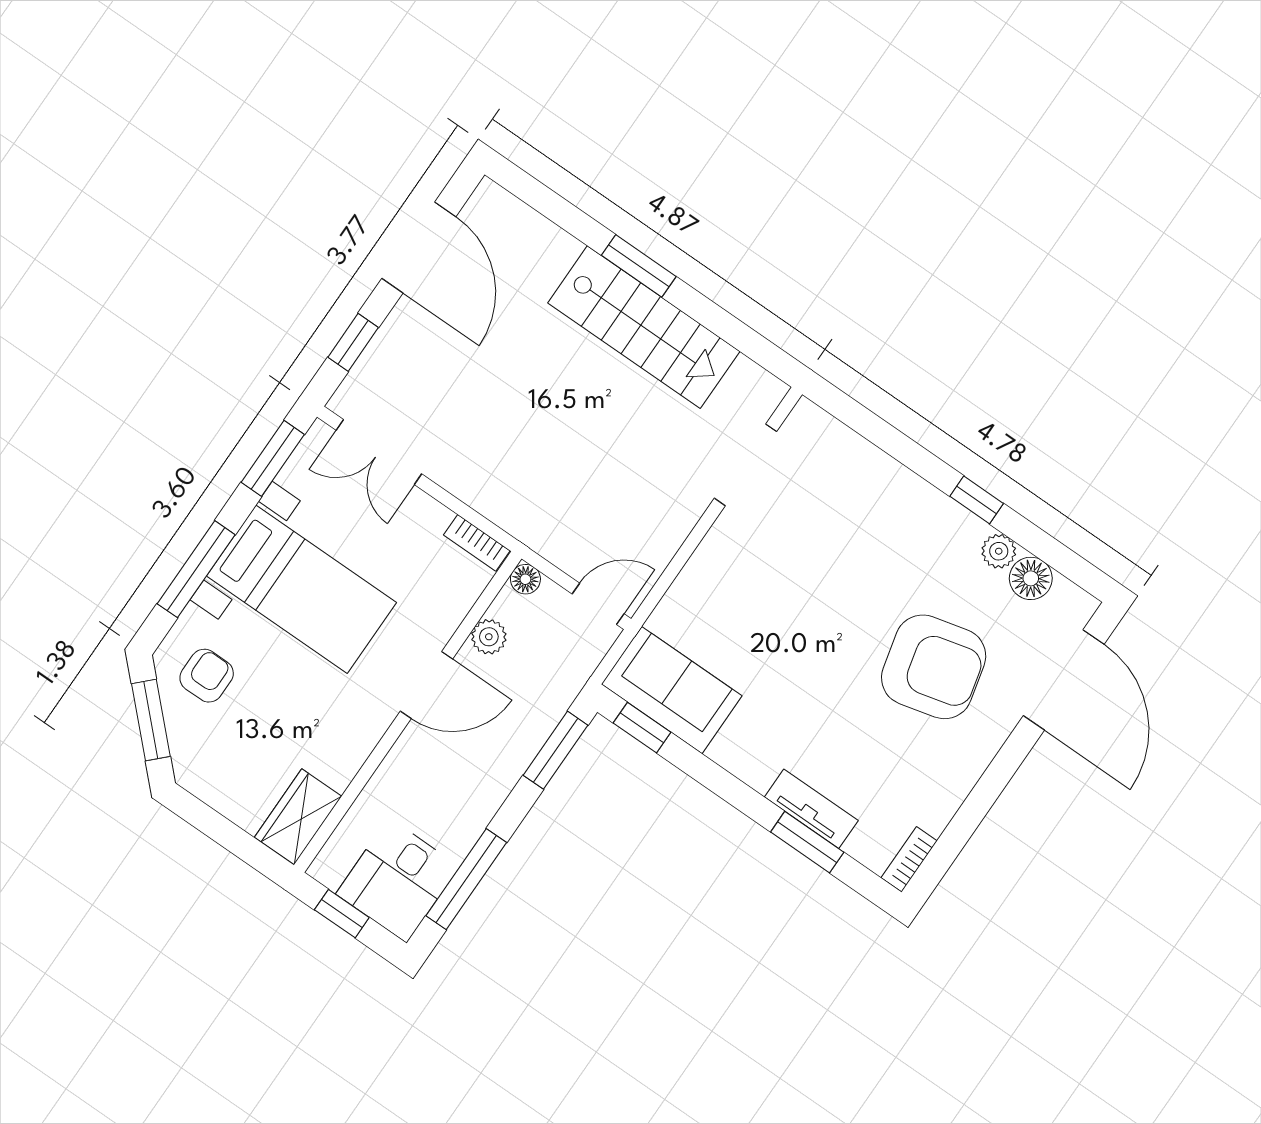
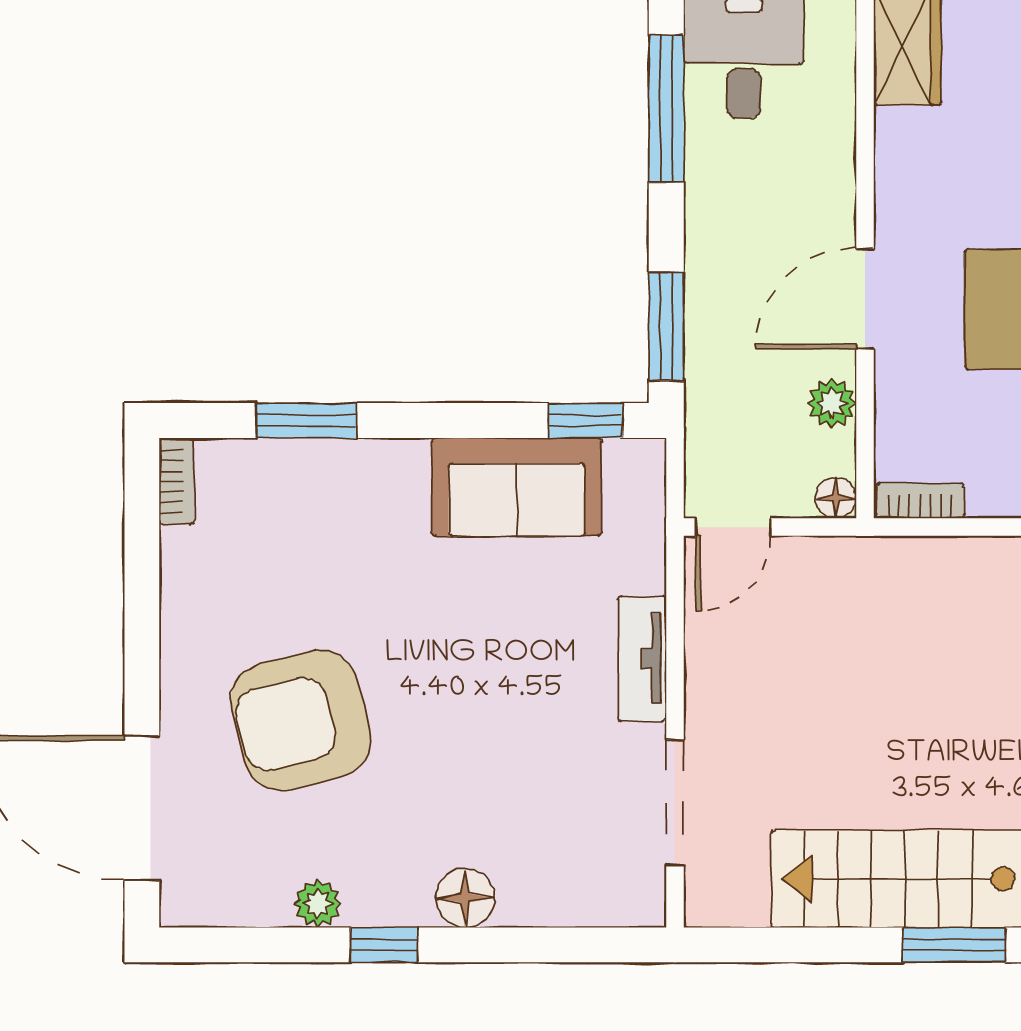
floor lamp: (1031, 578) -> (465, 898), moved
sofa: (672, 690) -> (517, 487), moved
tv unit: (811, 809) -> (642, 659), moved, turned 90

